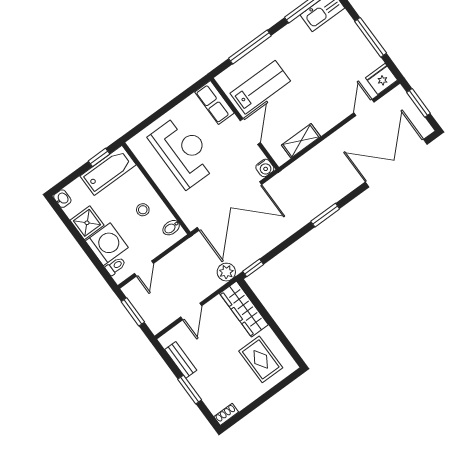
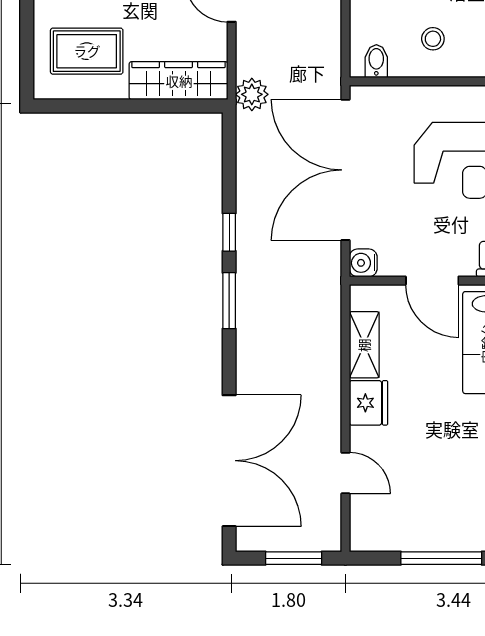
fridge: (382, 79) -> (368, 403), moved
window: (253, 268) -> (229, 232), moved

